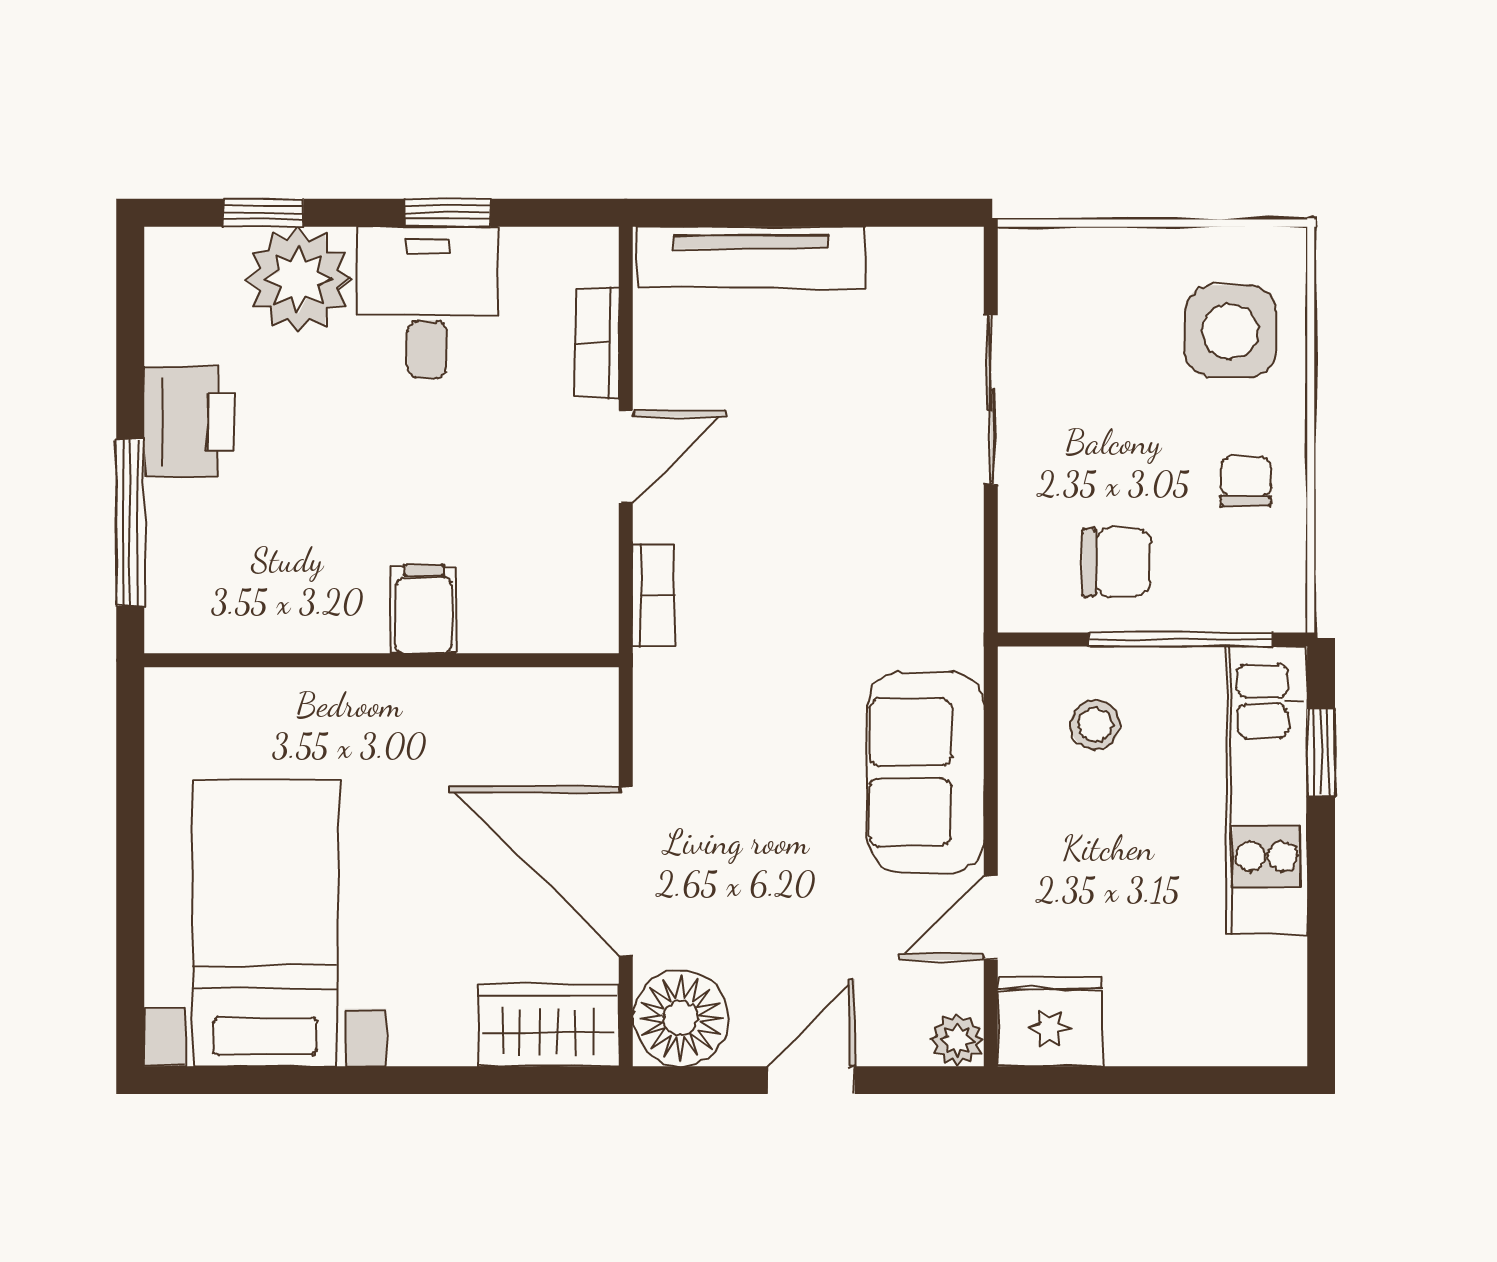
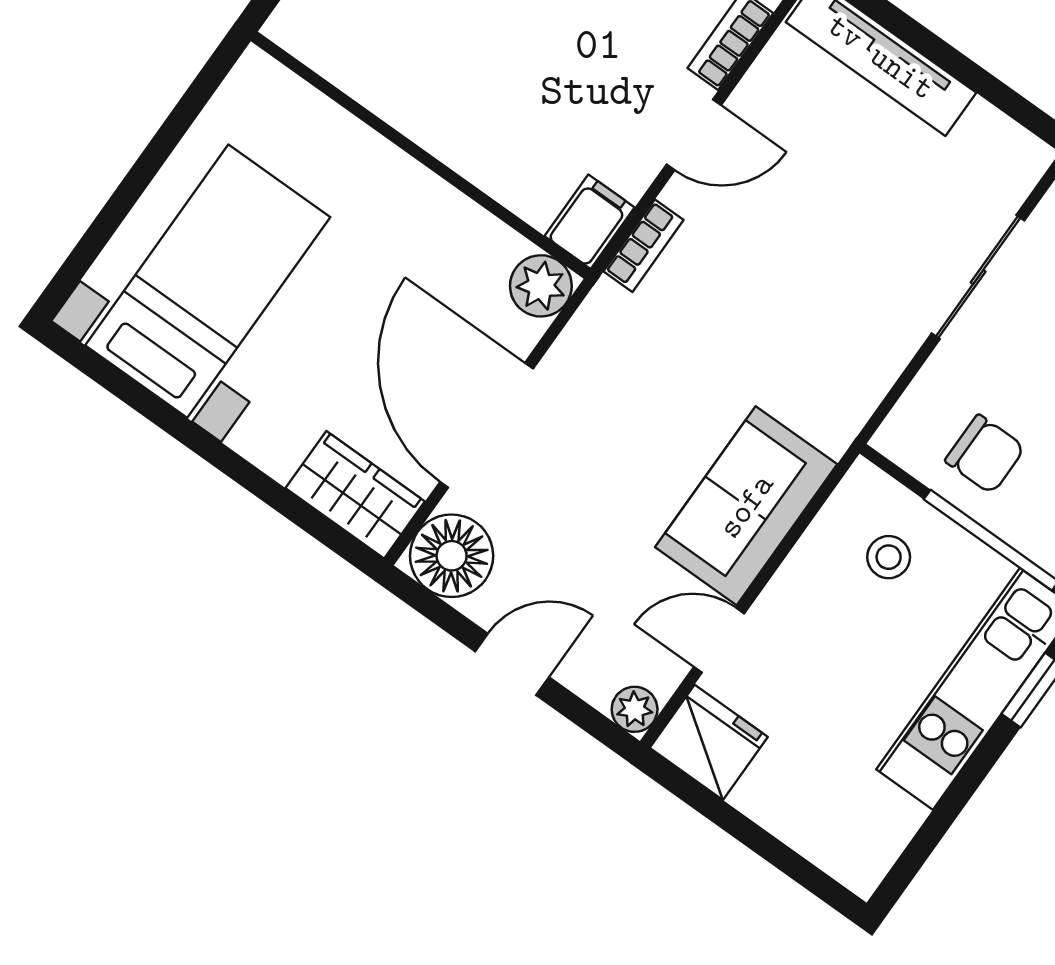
filing cabinet: (424, 609) -> (590, 222), moved
plant: (583, 703) -> (541, 286), added

